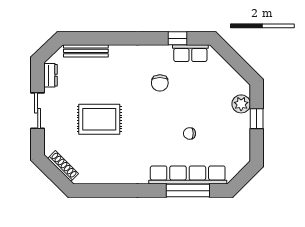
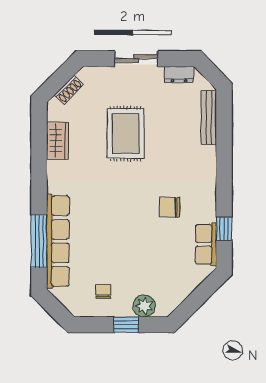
chair: (189, 133) -> (103, 291), moved
shoe rack: (63, 166) -> (69, 90), width x0.70
wardrobe: (105, 175) -> (57, 140), added

